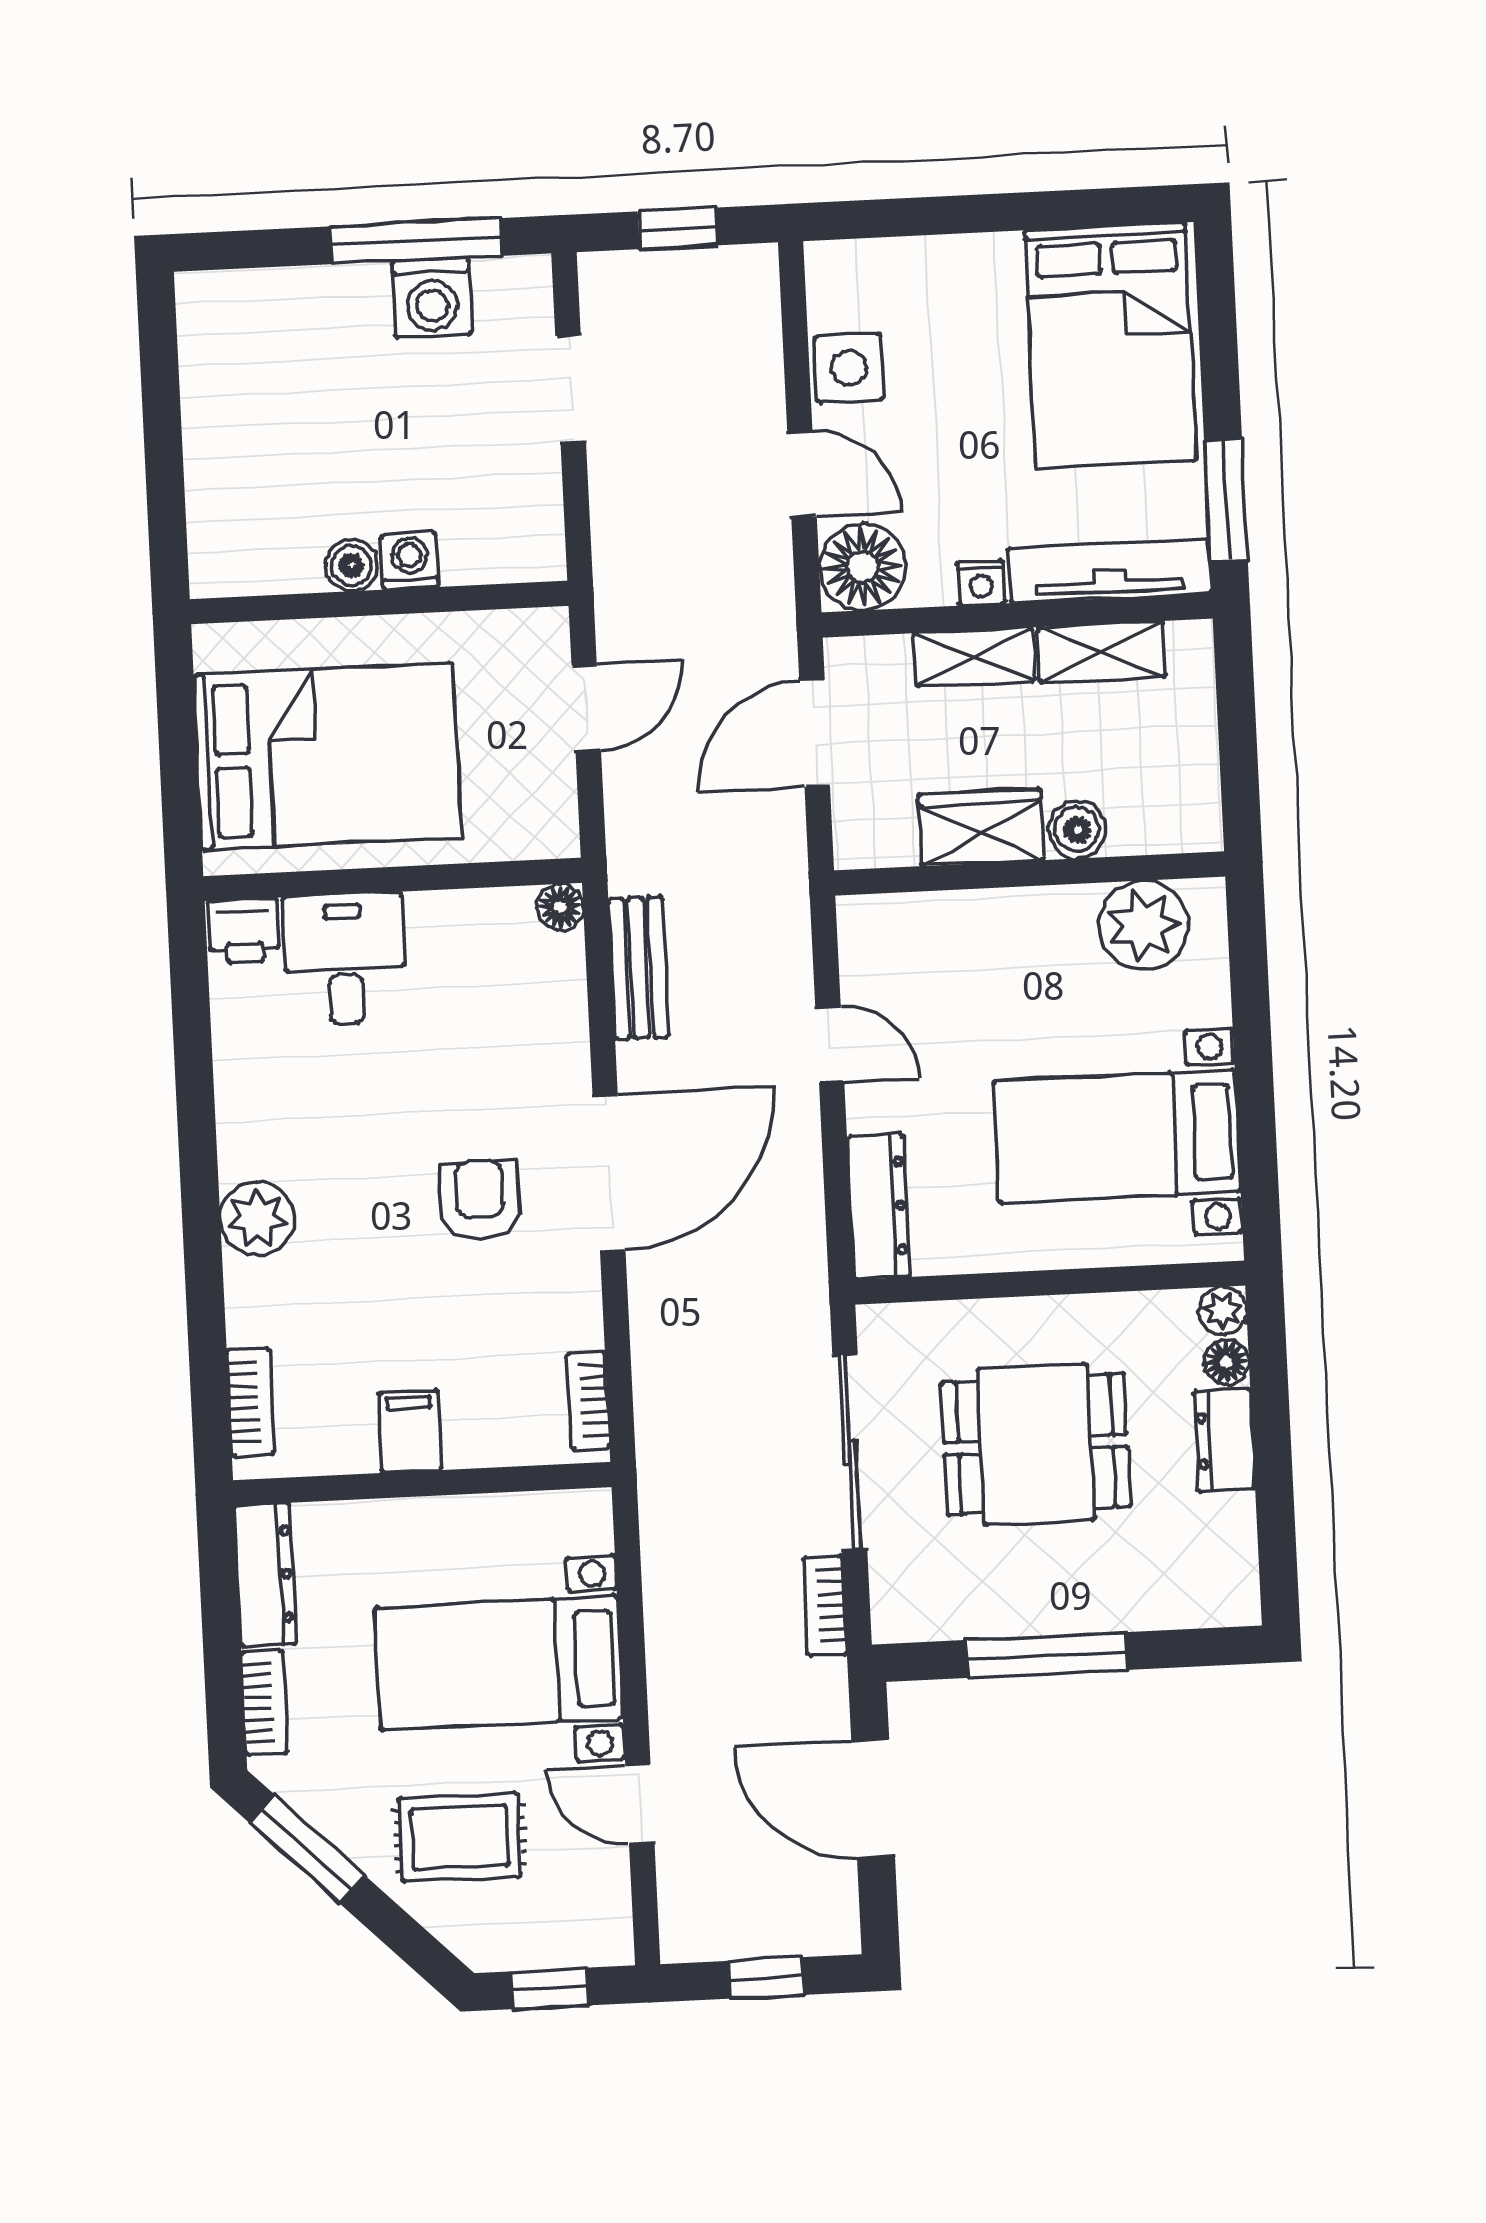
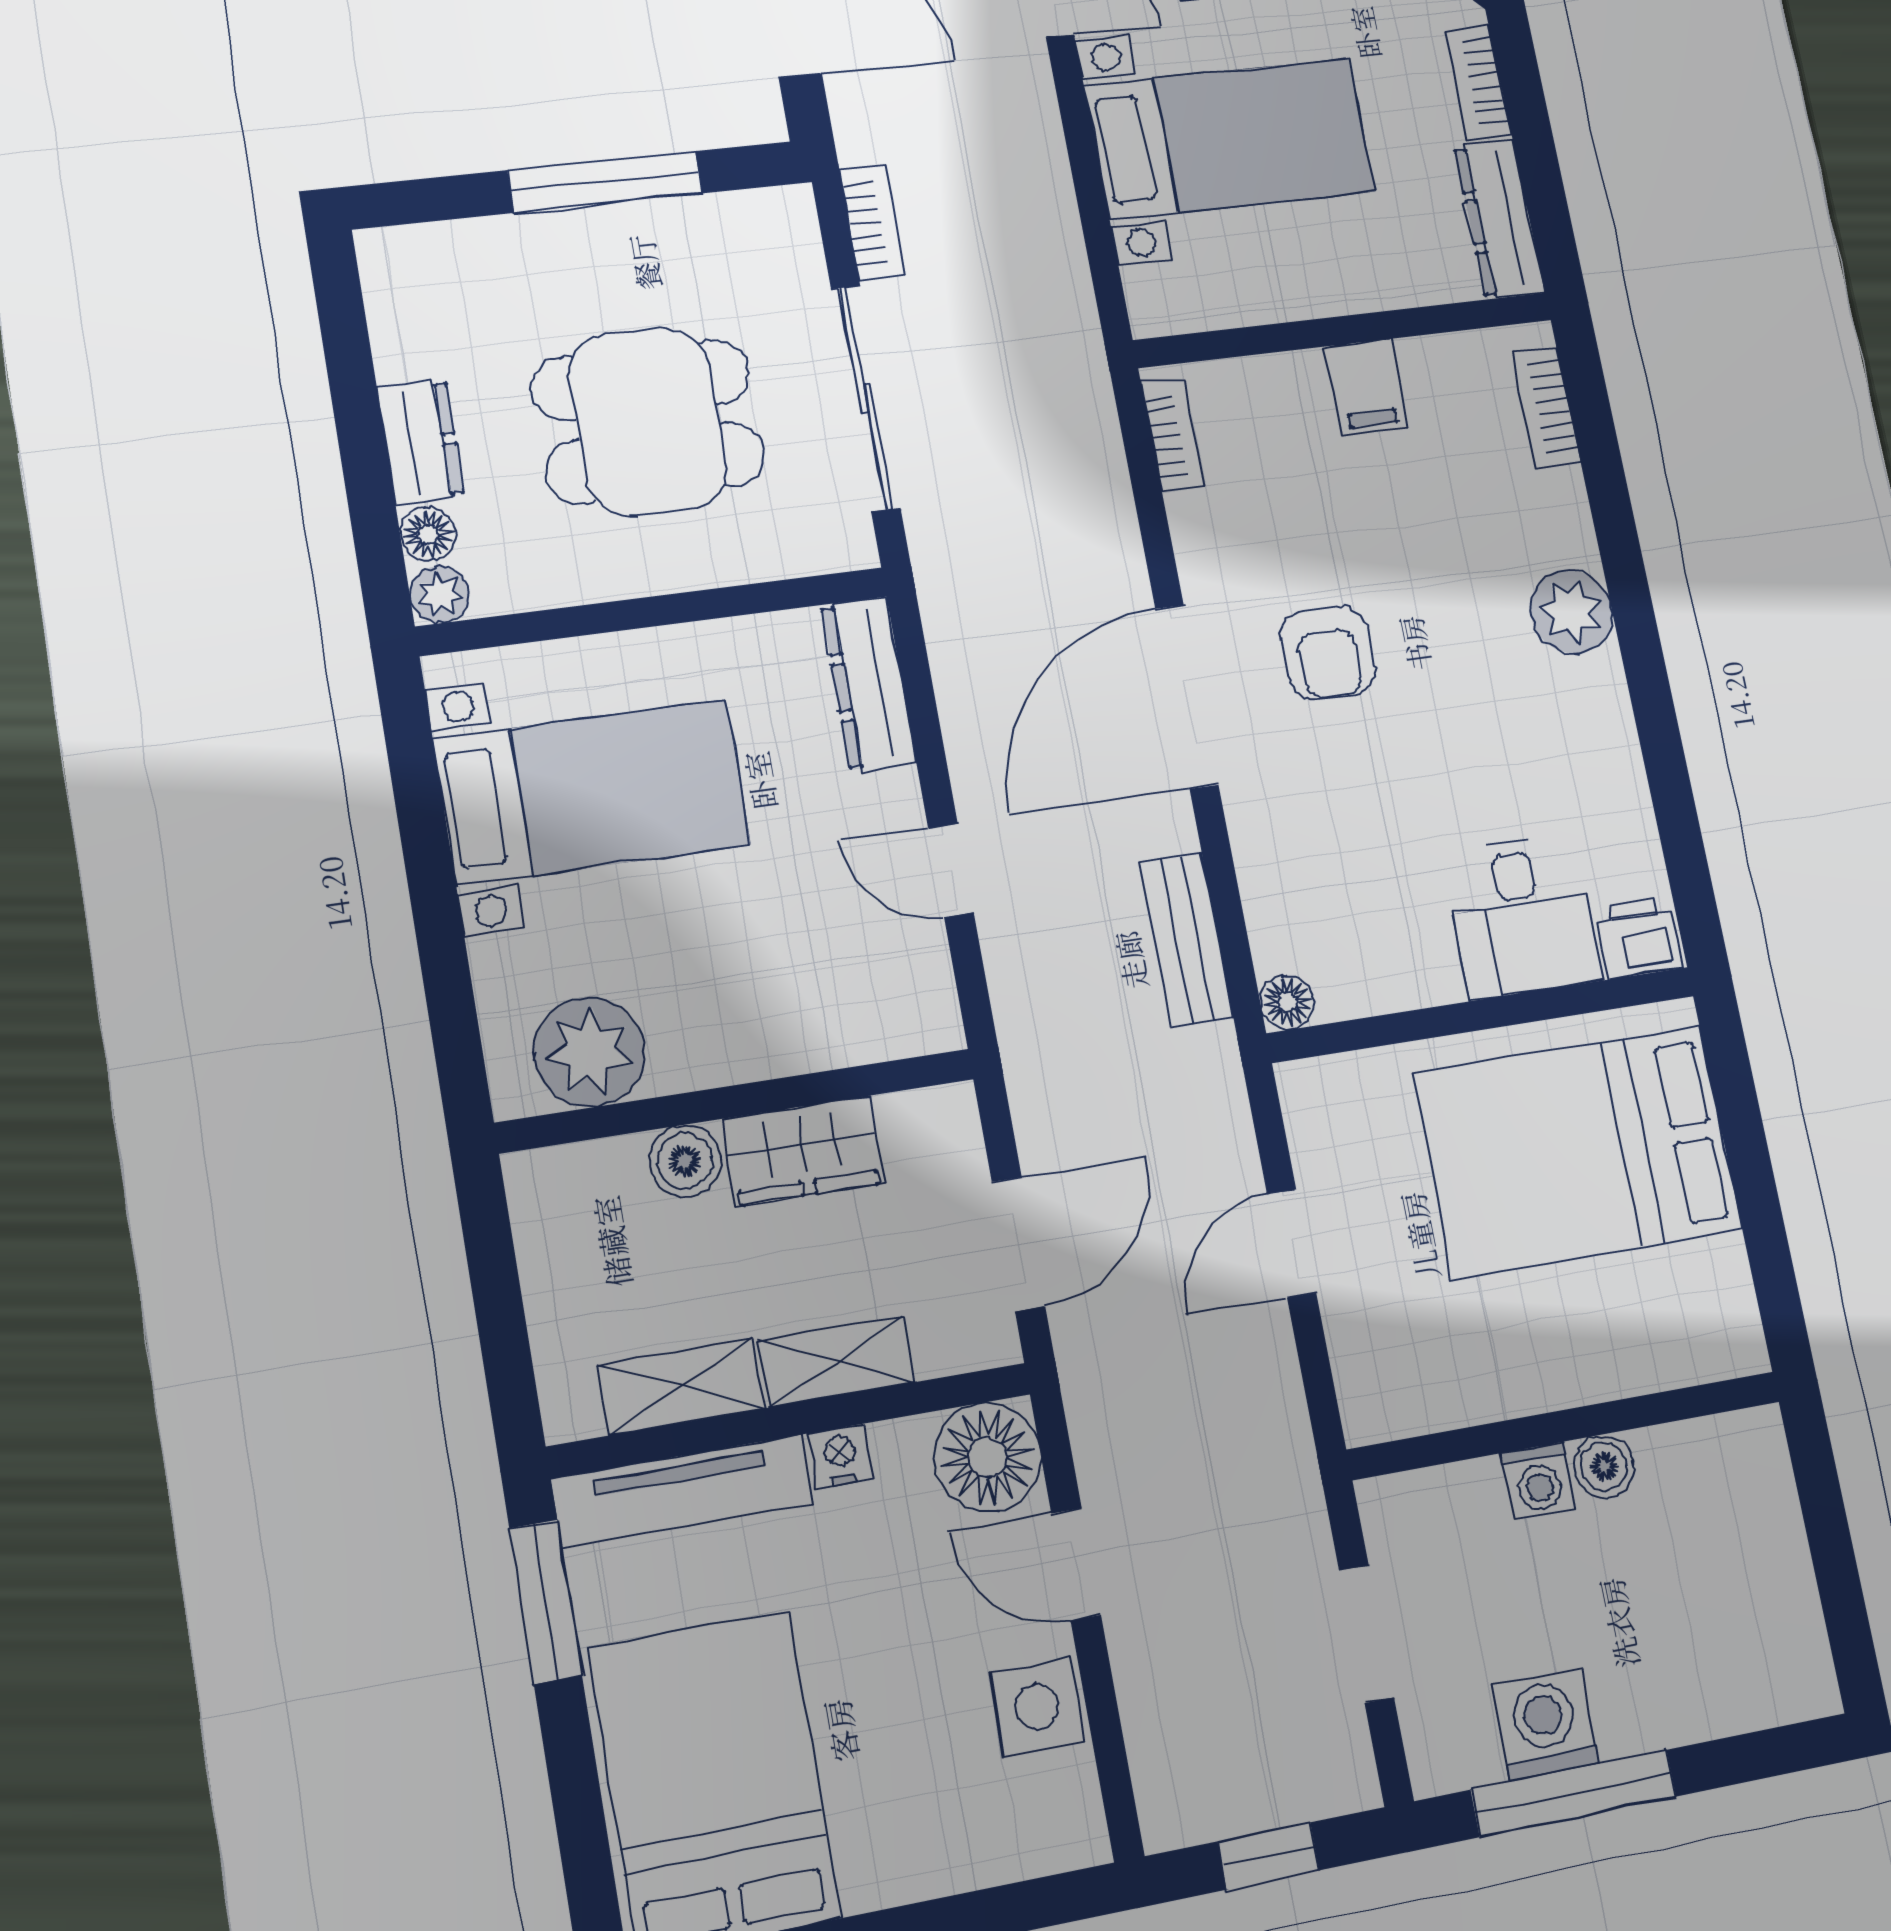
washing machine: (410, 561) -> (1538, 1481), moved
boiler: (351, 565) -> (1604, 1466), moved
wall: (379, 602) -> (1565, 1425), moved

